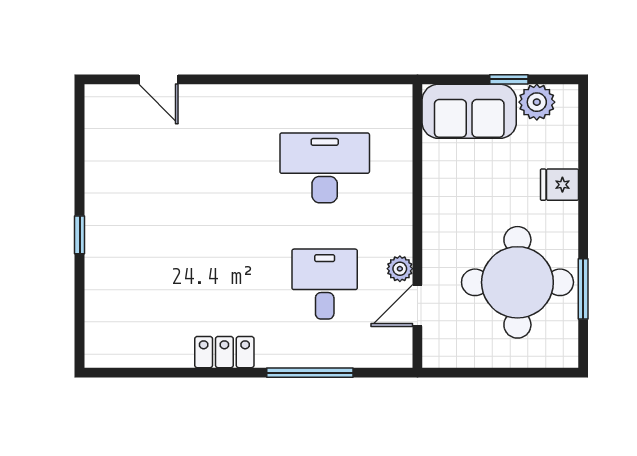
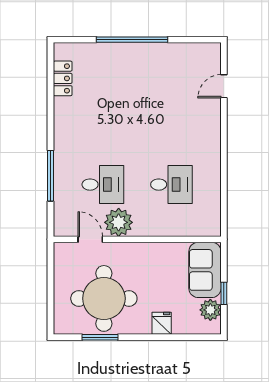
desk: (325, 168) -> (172, 185), width x0.73
window: (80, 235) -> (132, 40), width x3.17
plant: (400, 269) -> (119, 222), width x1.88, depth x1.88
locker: (224, 352) -> (63, 78), moved

